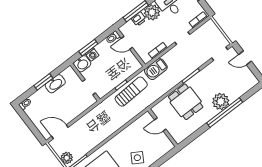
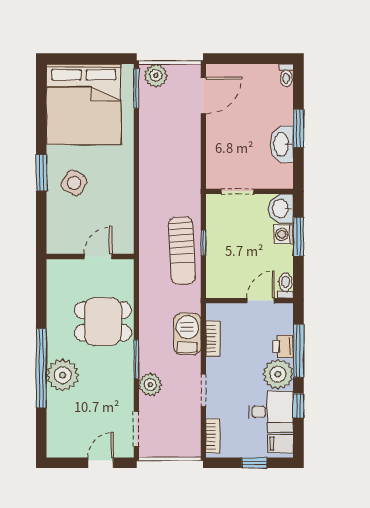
plant: (197, 62) -> (150, 385), added
barbecue: (156, 69) -> (187, 334), moved

